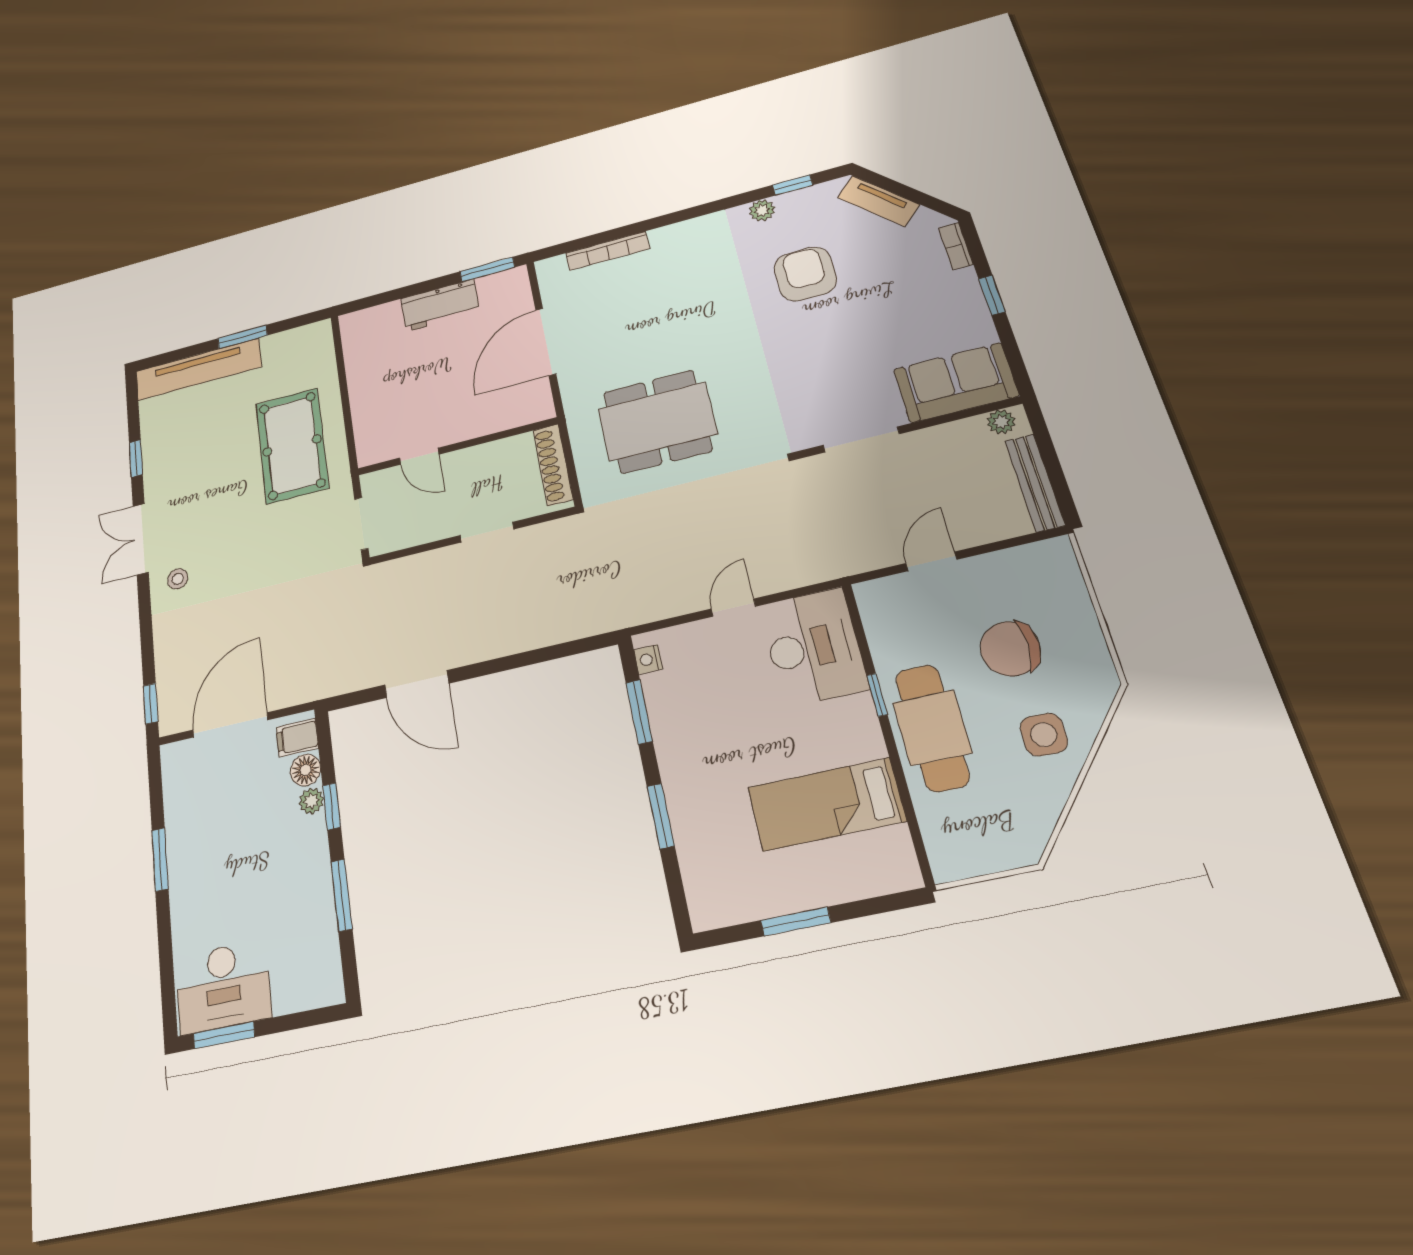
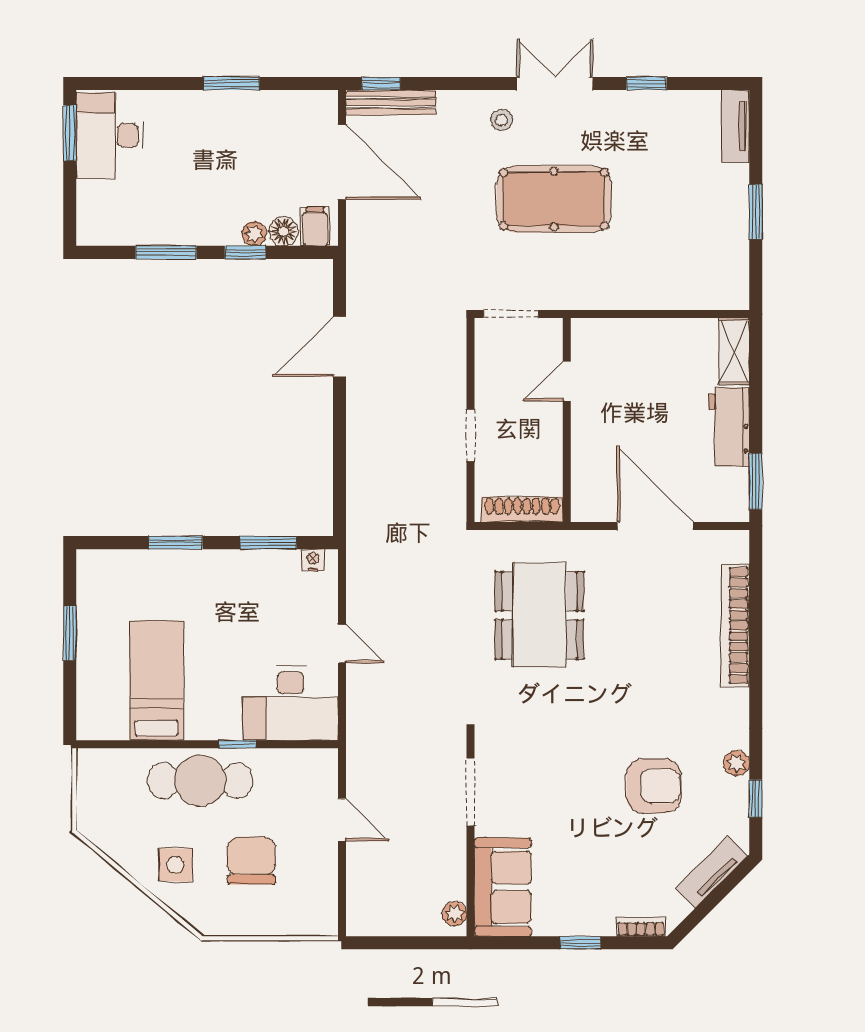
bookcase: (607, 251) -> (735, 625), width x1.48, depth x1.31
shelving: (370, 320) -> (734, 351), added
tv unit: (198, 369) -> (735, 126), width x0.52, depth x0.78
pool table: (292, 445) -> (554, 199), moved
bench: (1035, 483) -> (391, 102), moved

